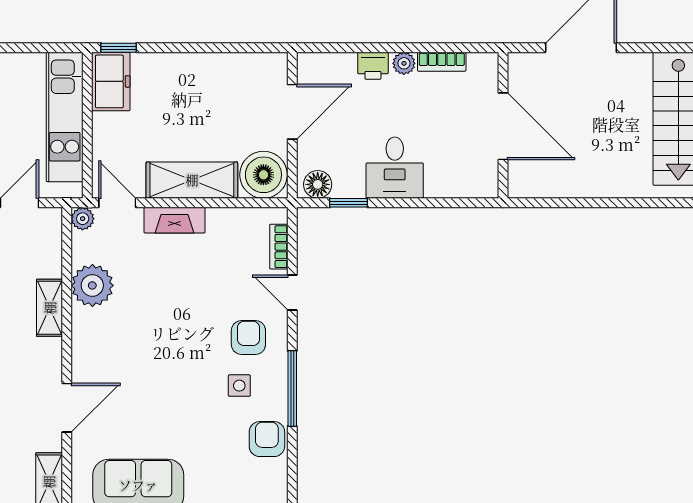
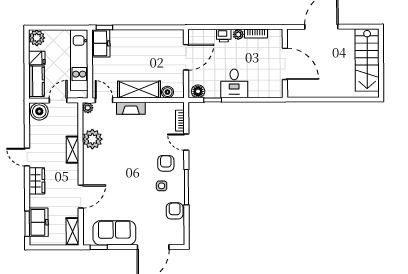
boiler: (263, 175) -> (167, 92), width x0.54, depth x0.54

